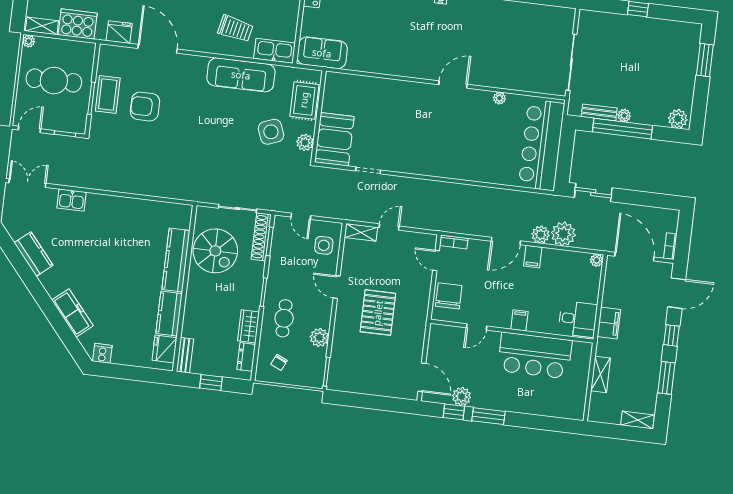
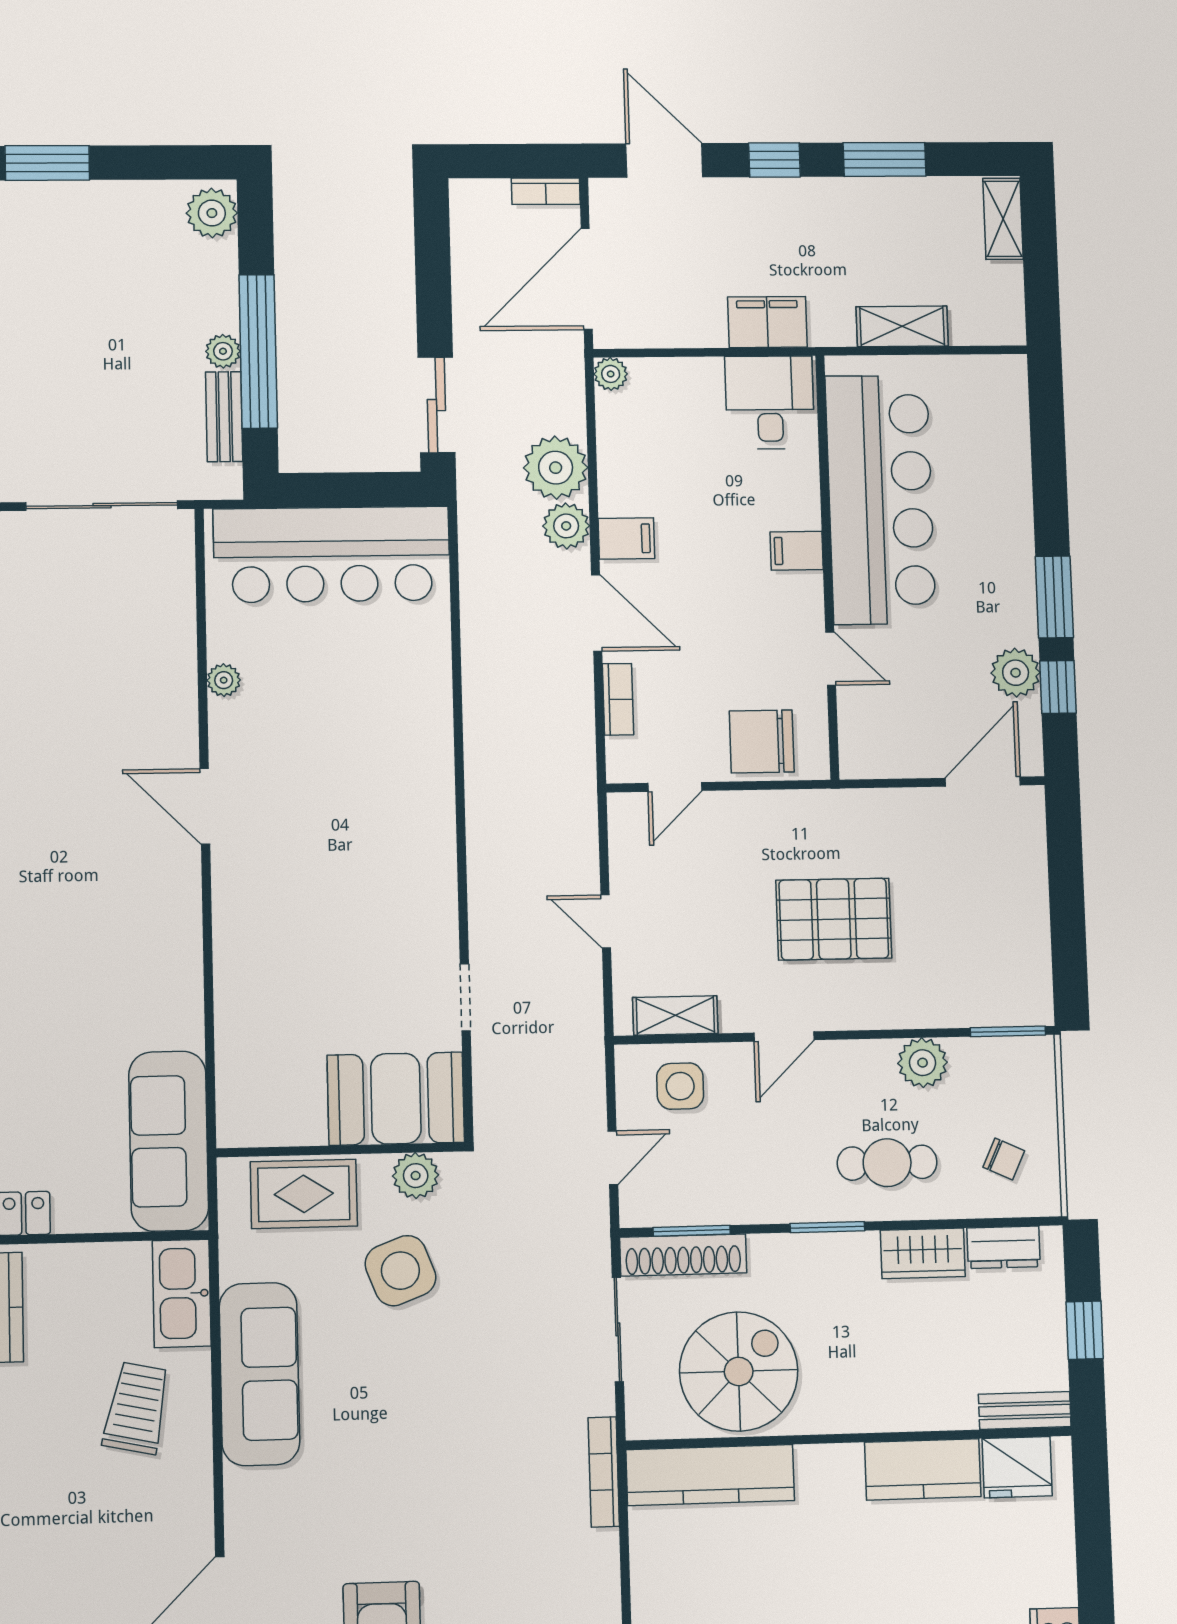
sofa: (322, 53) -> (169, 1141), width x1.36
bookcase: (186, 195) -> (604, 1472), added
shelving: (361, 232) -> (675, 1015), moved, turned 90
bookcase: (454, 242) -> (618, 699), moved
kitchen counter: (176, 260) -> (710, 1475), moved
bar counter: (535, 355) -> (880, 500), width x1.36

